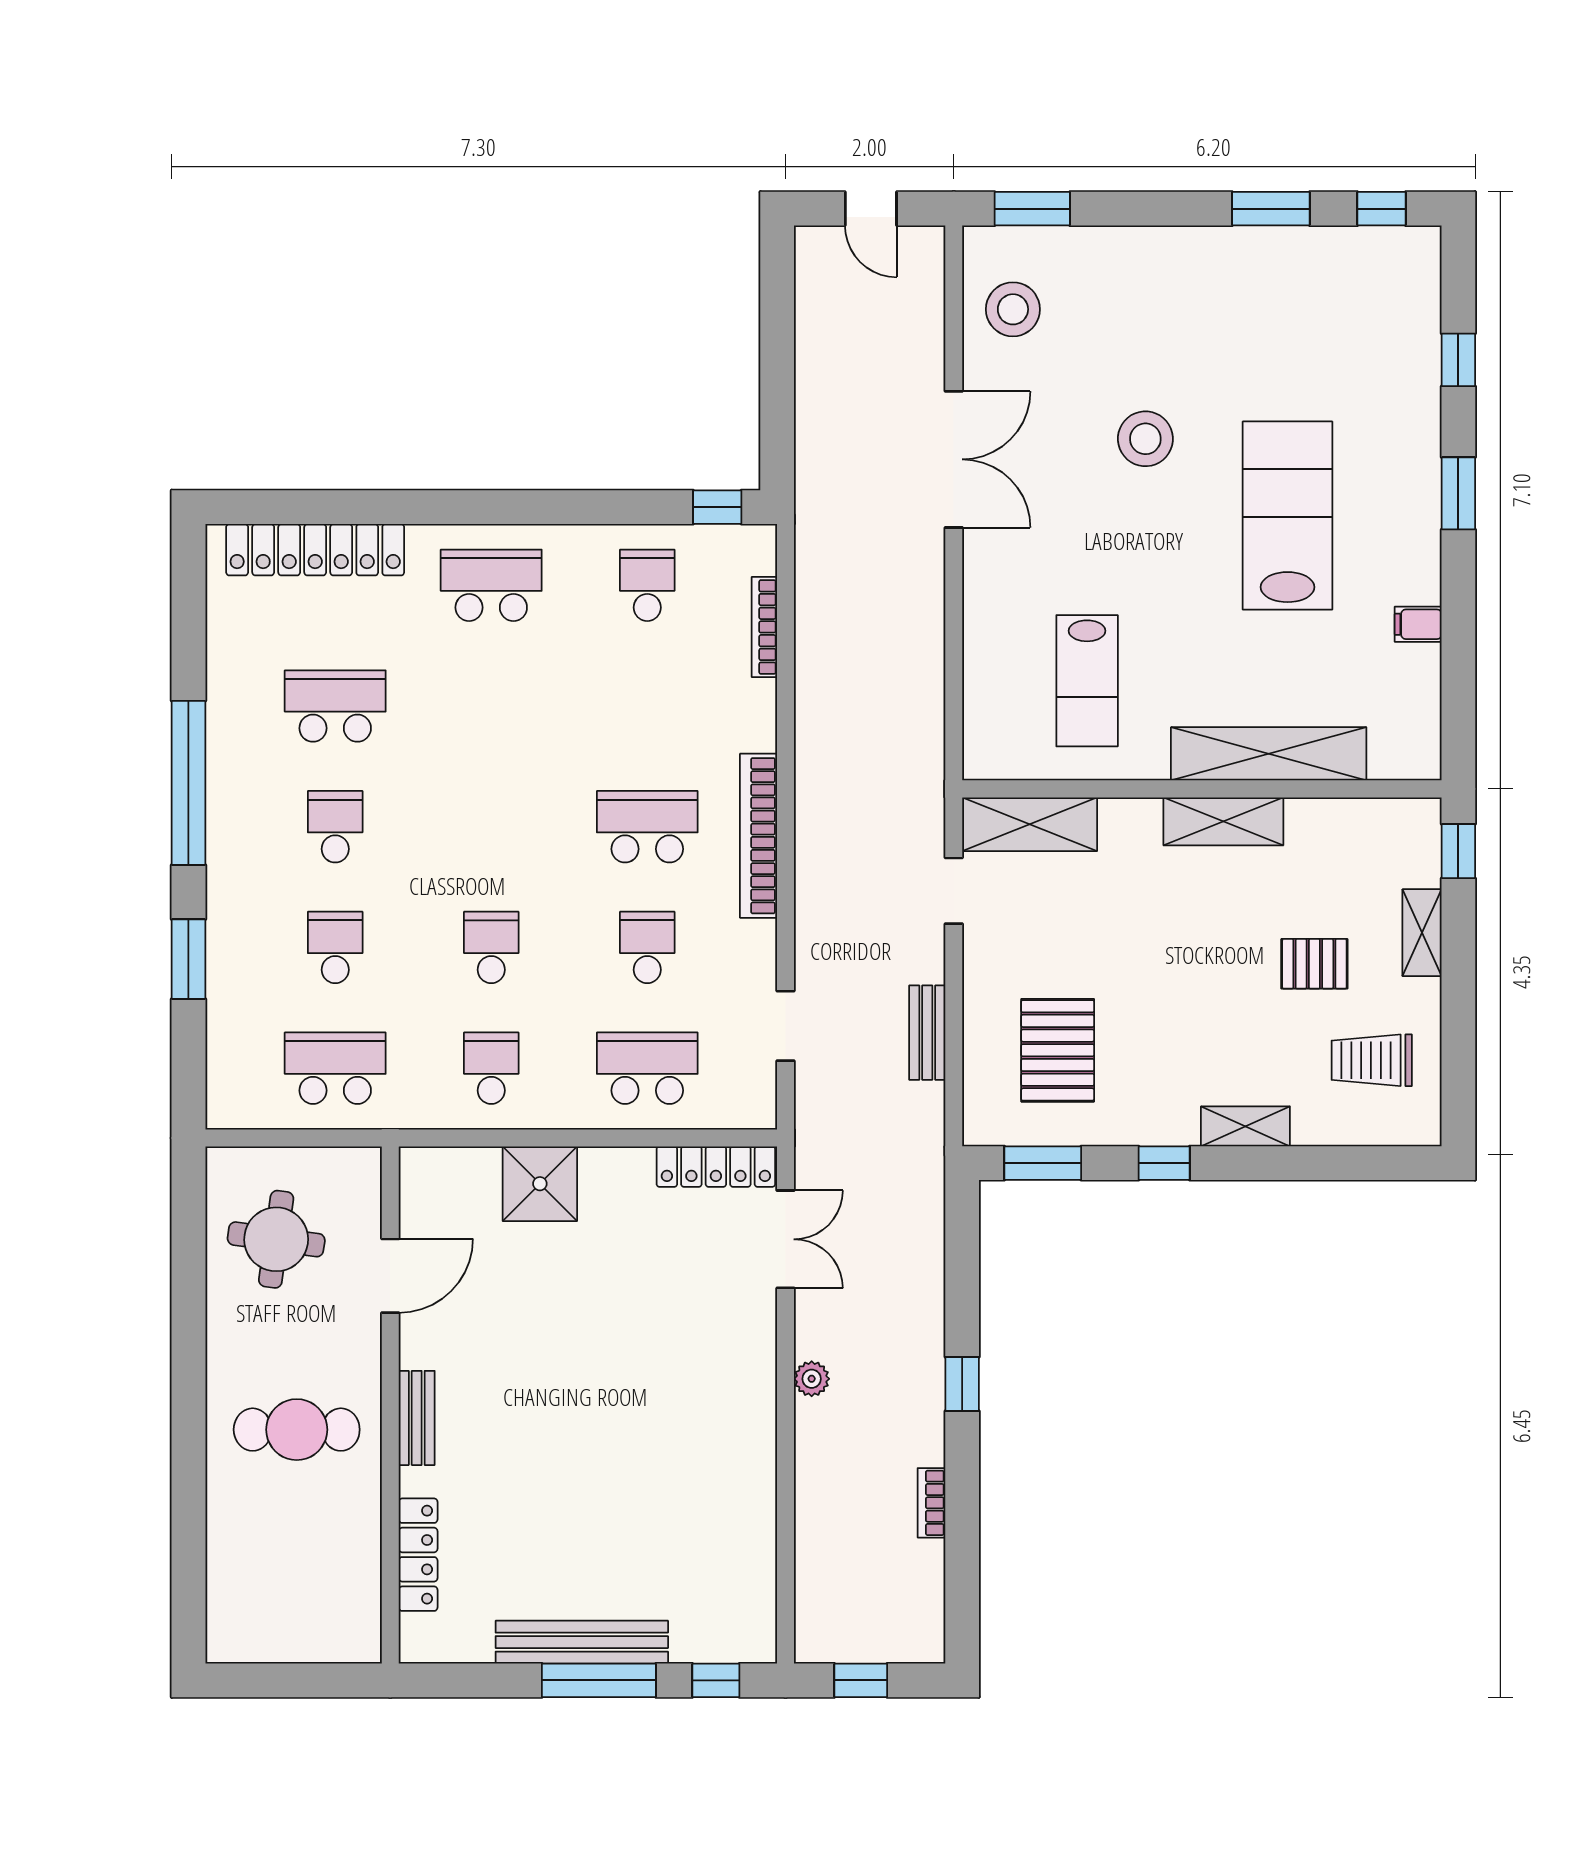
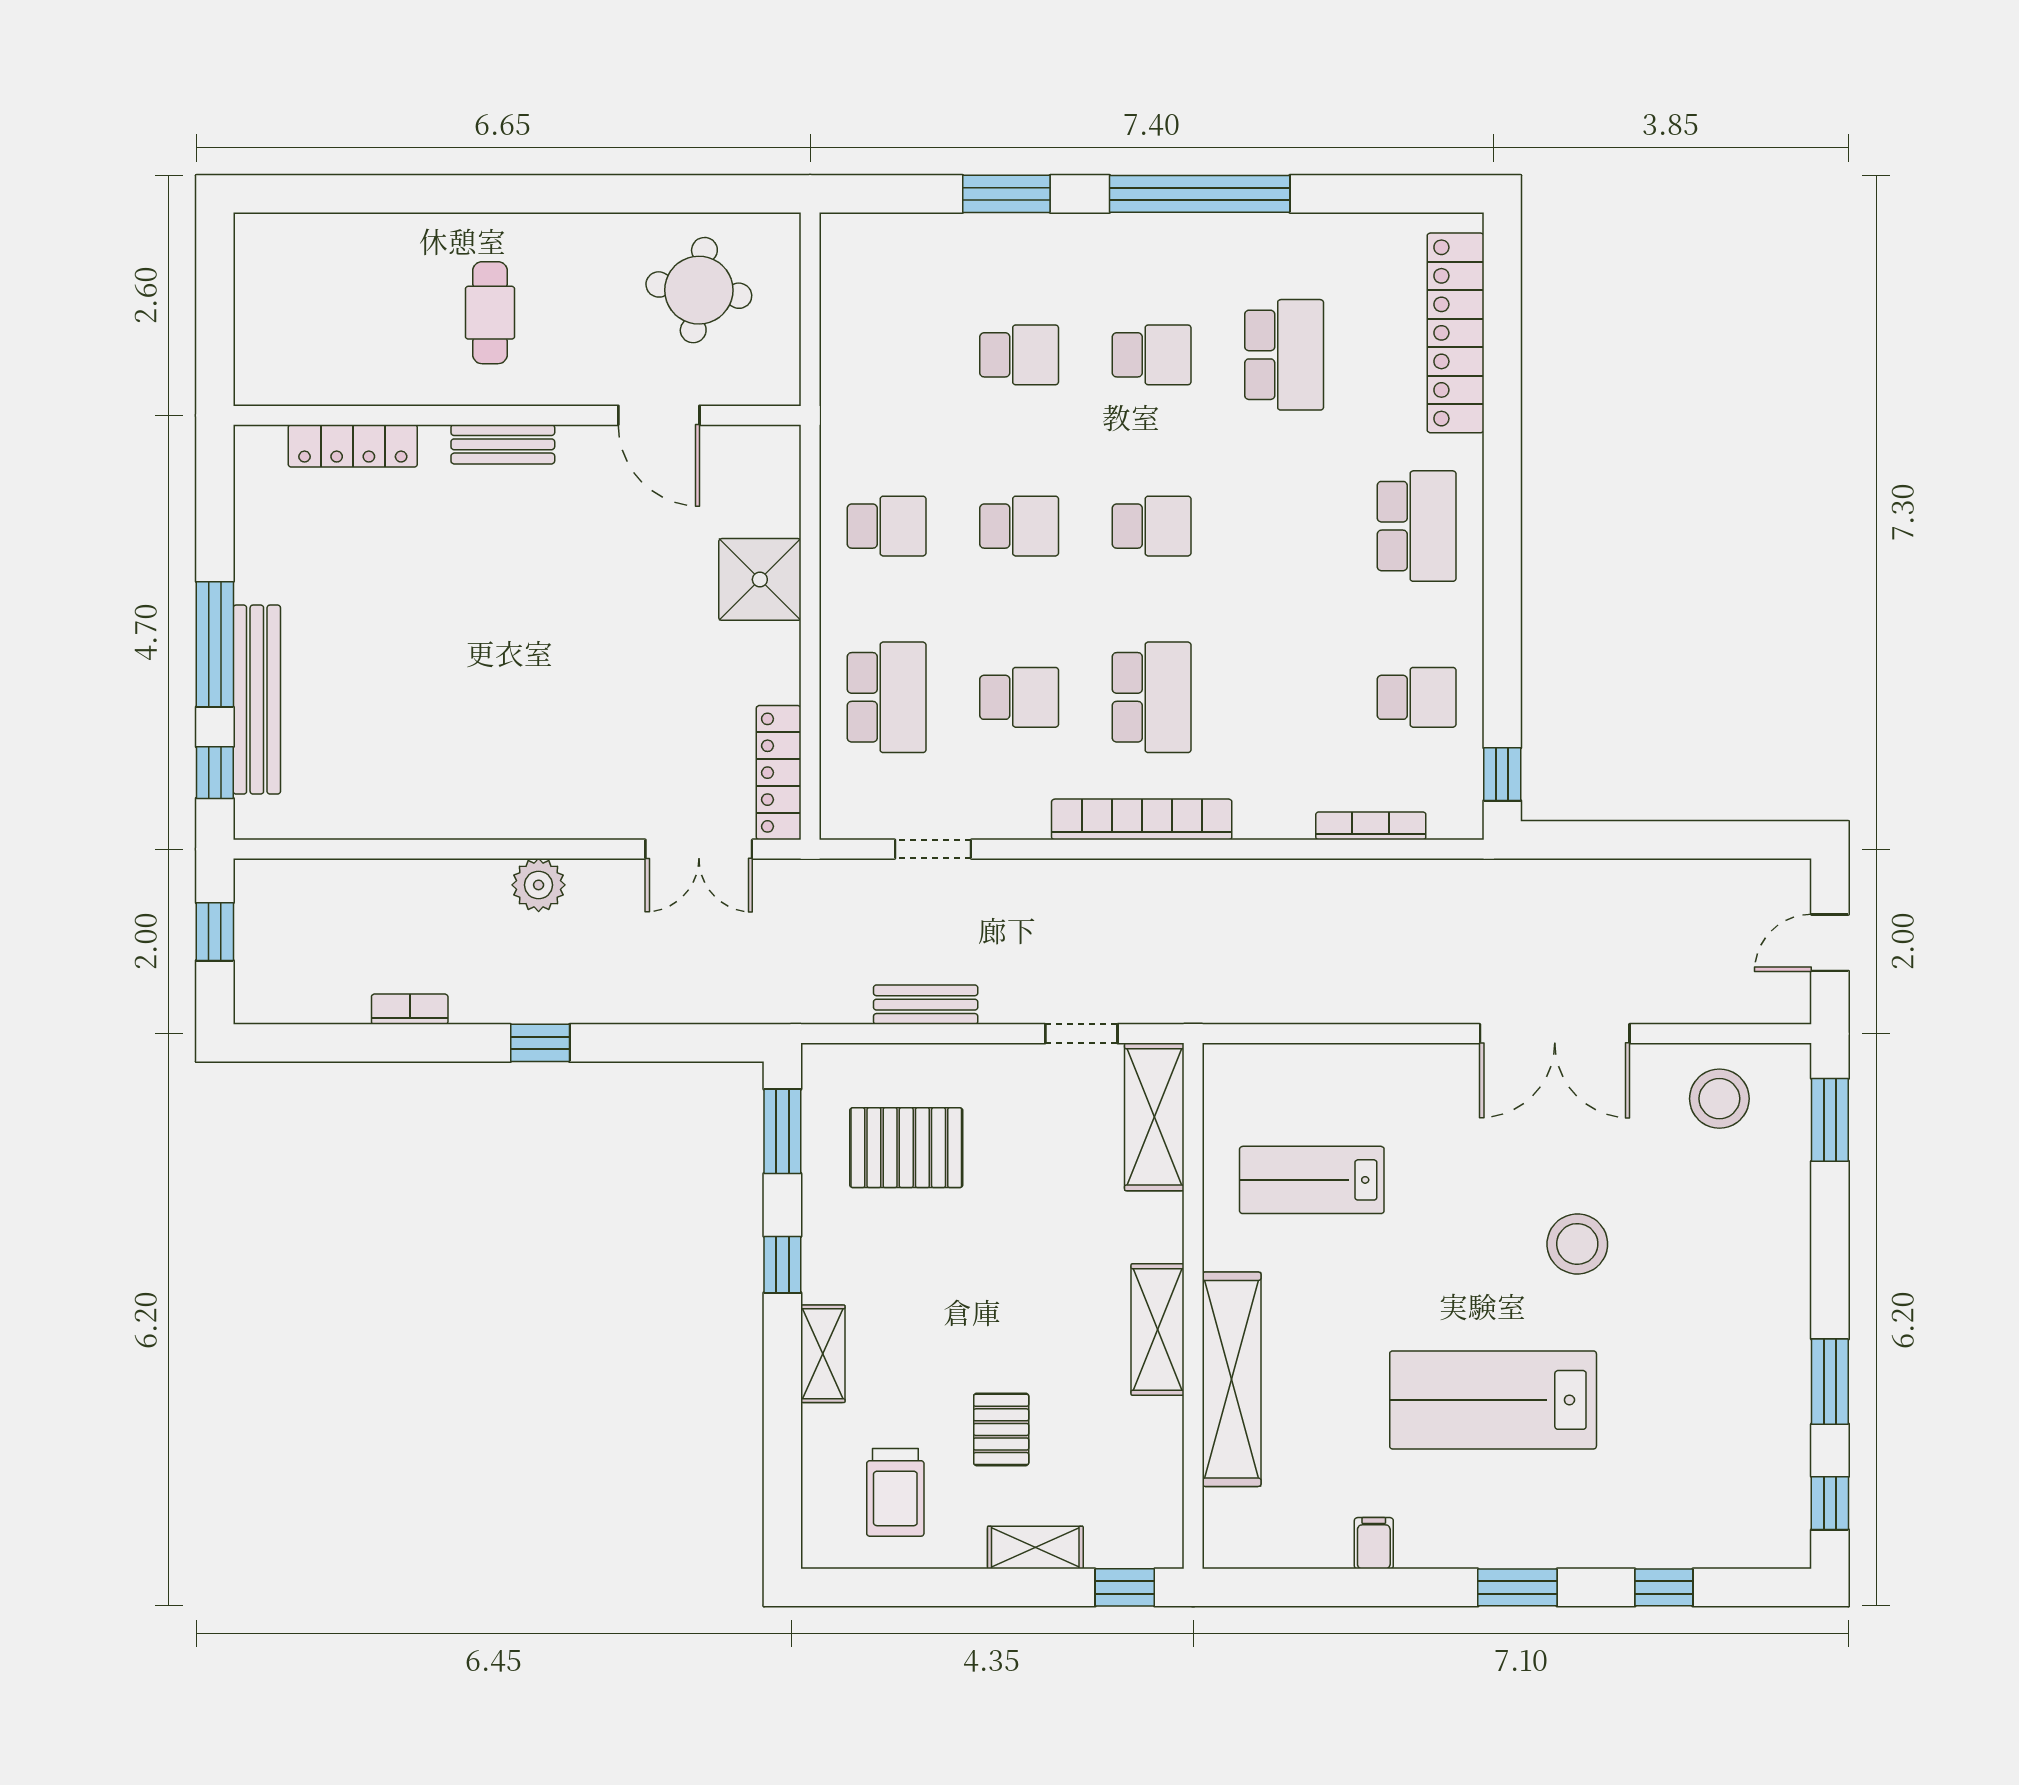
lab bench: (1288, 516) -> (1493, 1400), turned 180
trolley: (1372, 1060) -> (895, 1492), turned 180
school desk: (335, 1068) -> (1152, 526), moved, width x0.54
plant: (812, 1379) -> (539, 885), width x1.38, depth x1.38
cafe table: (297, 1430) -> (490, 313), width x0.73, depth x0.74
bench: (582, 1642) -> (257, 700), moved

